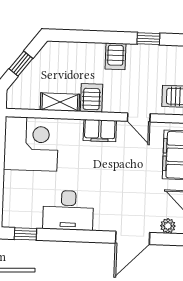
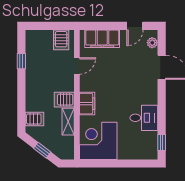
server rack: (115, 56) -> (34, 119), moved
filing cabinet: (100, 131) -> (87, 104), moved
desk: (68, 210) -> (144, 118), width x0.73

